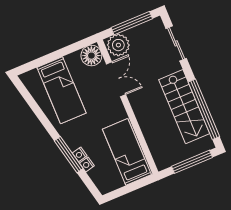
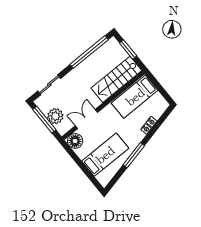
plant: (118, 45) -> (55, 116), moved
stairs: (184, 107) -> (116, 79), moved, turned 180
window: (69, 155) -> (134, 155), moved
window: (192, 162) -> (128, 49), width x0.69

